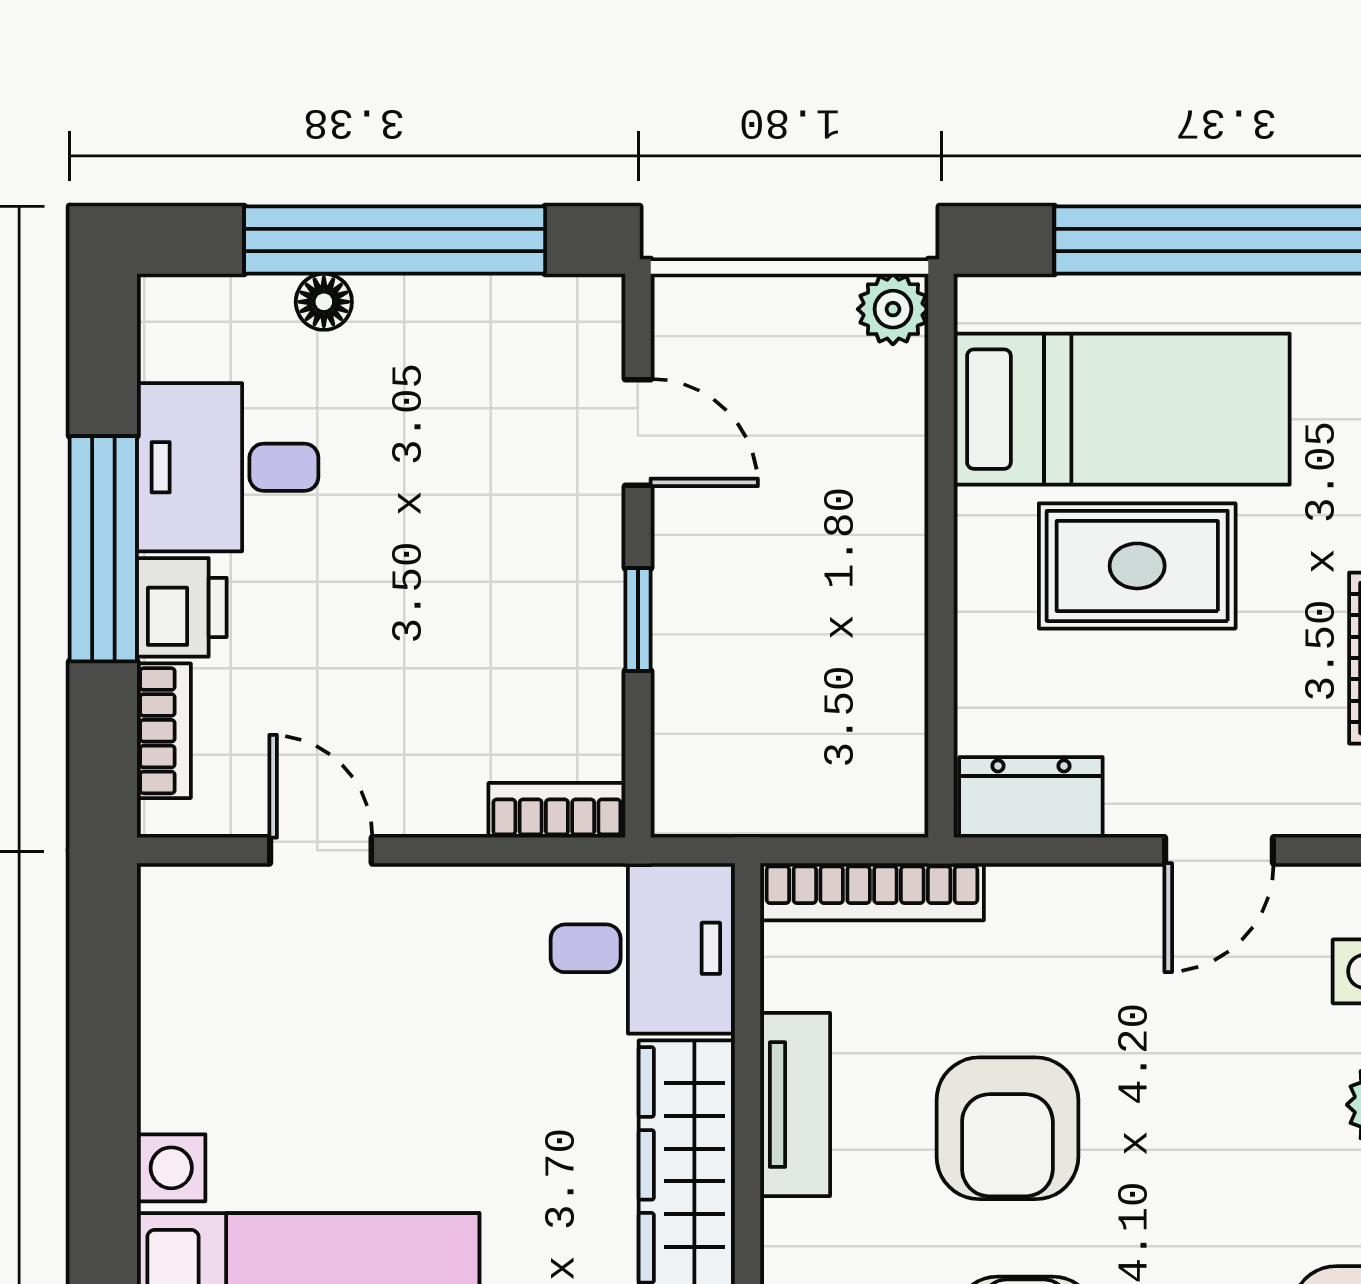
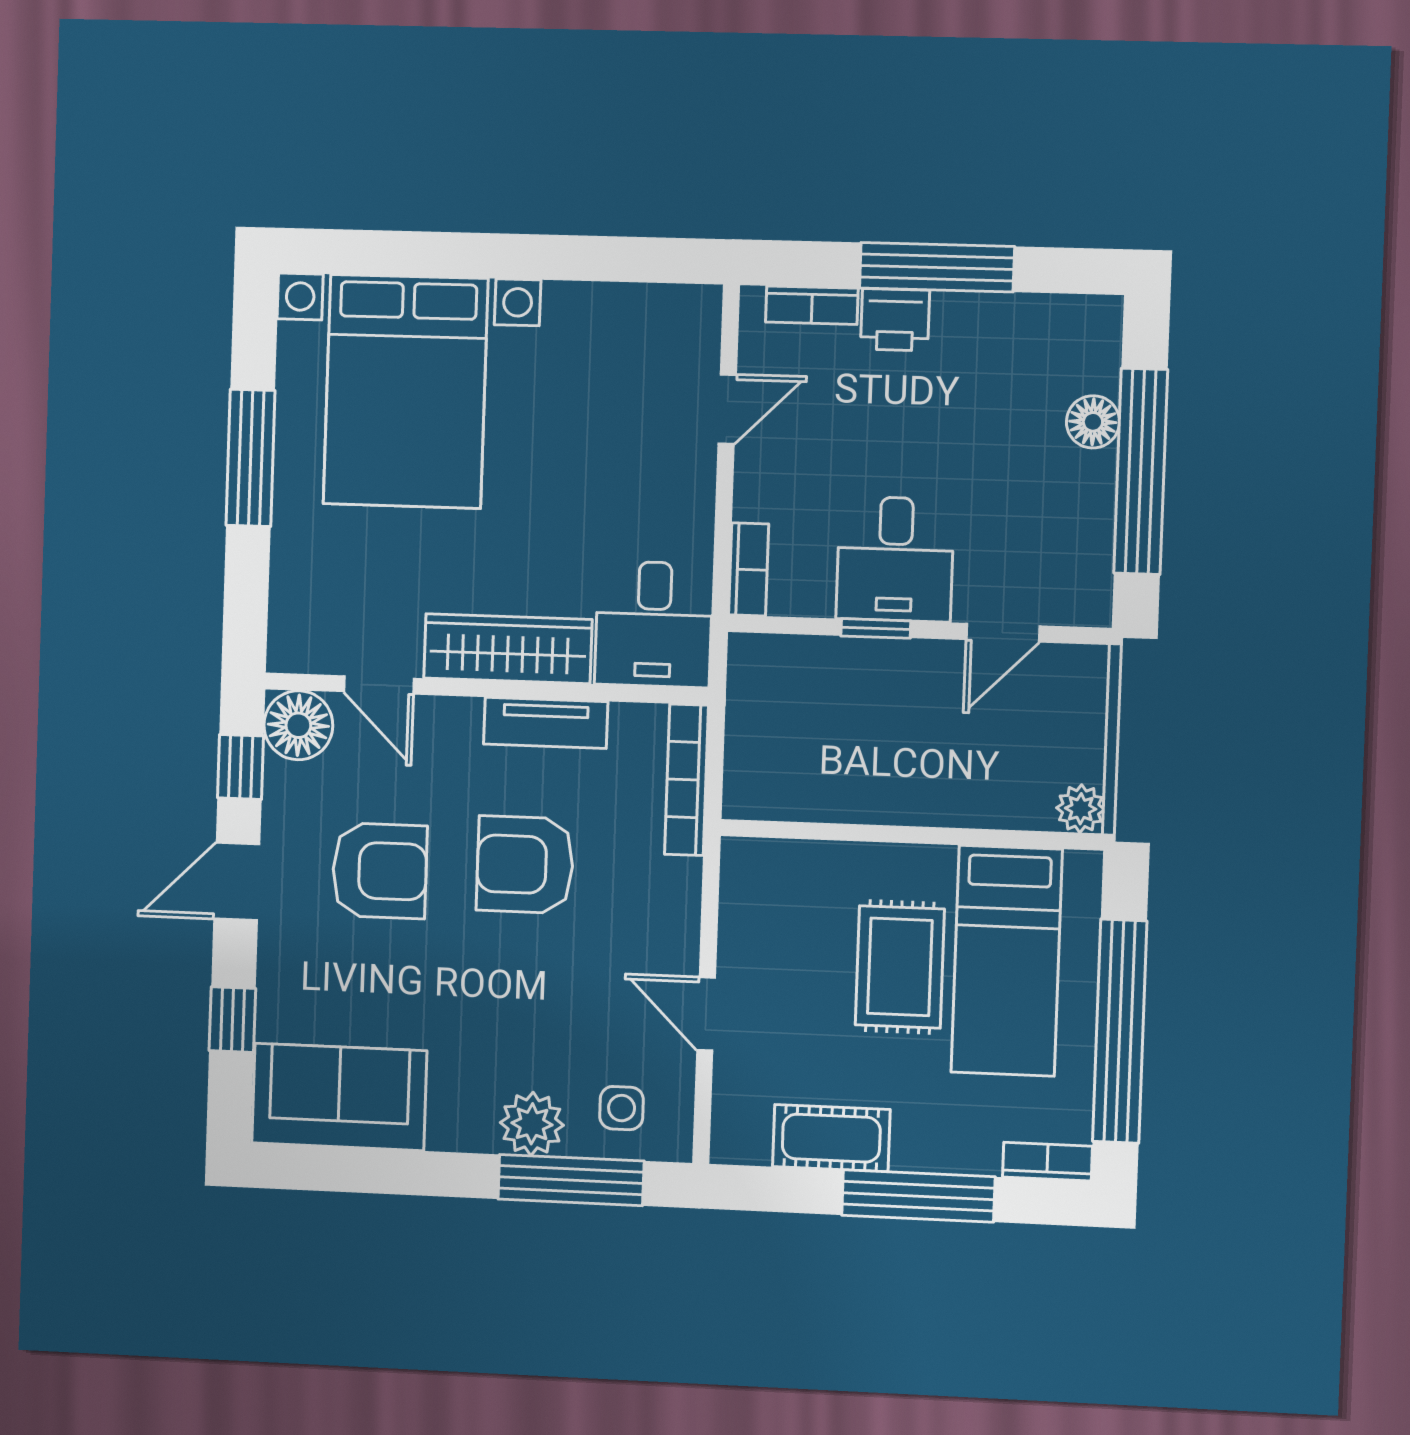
floor lamp: (324, 302) -> (1093, 422), width x1.37, depth x1.37
desk: (228, 467) -> (895, 559), moved, turned 180
dresser: (1031, 797) -> (746, 889), removed

